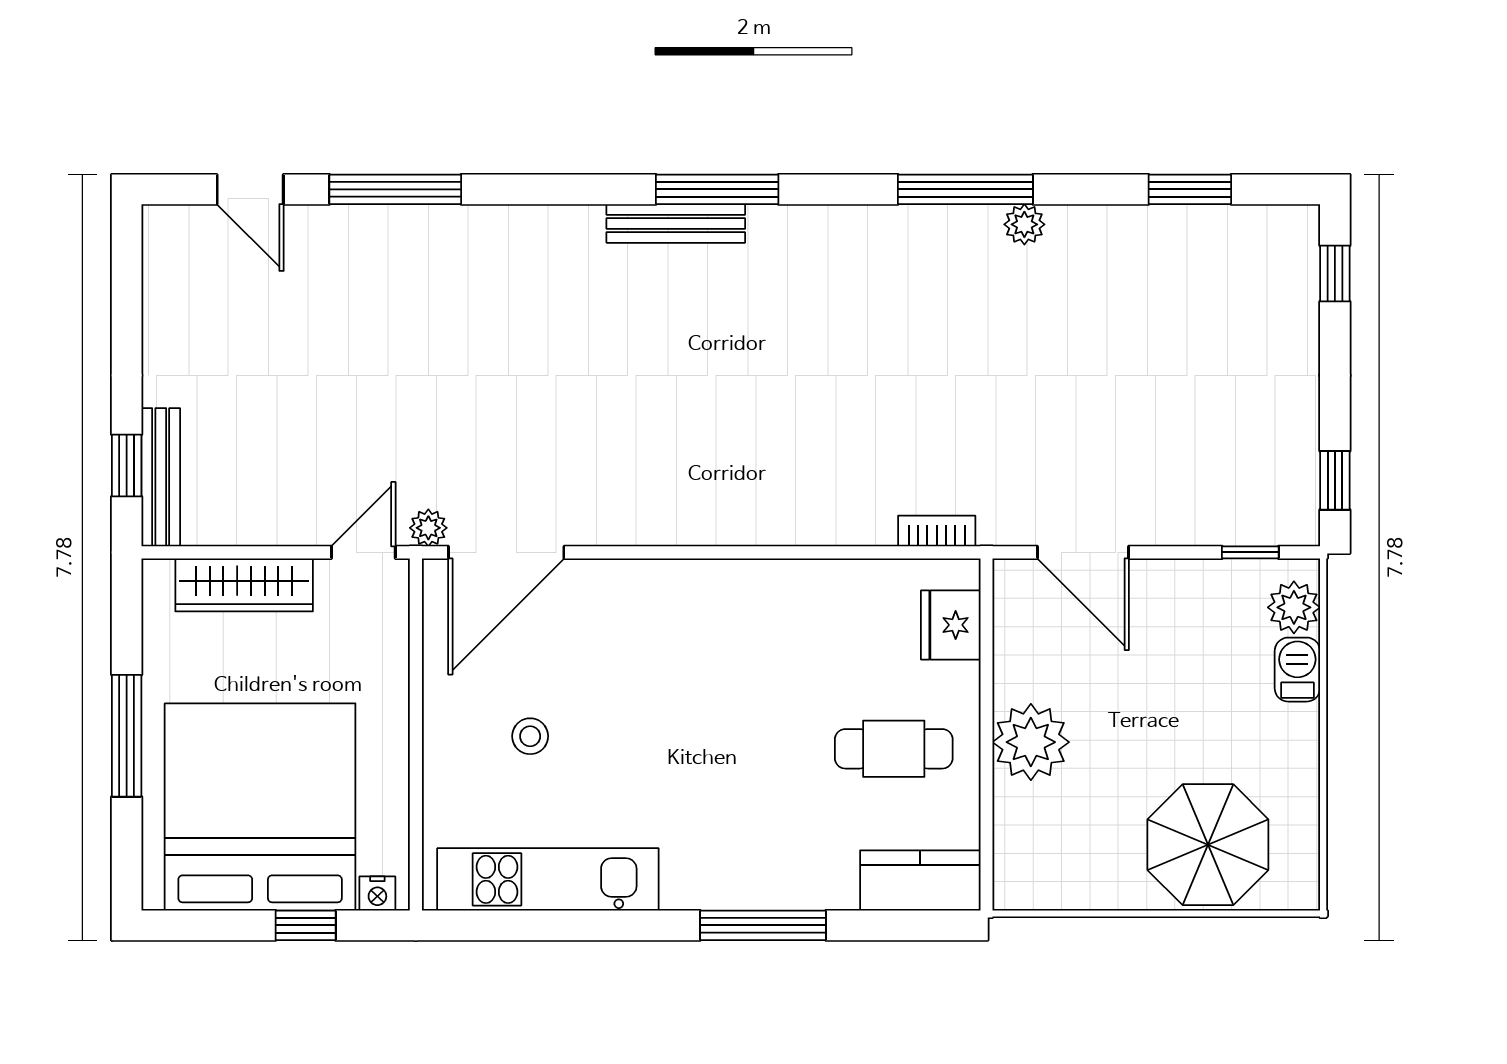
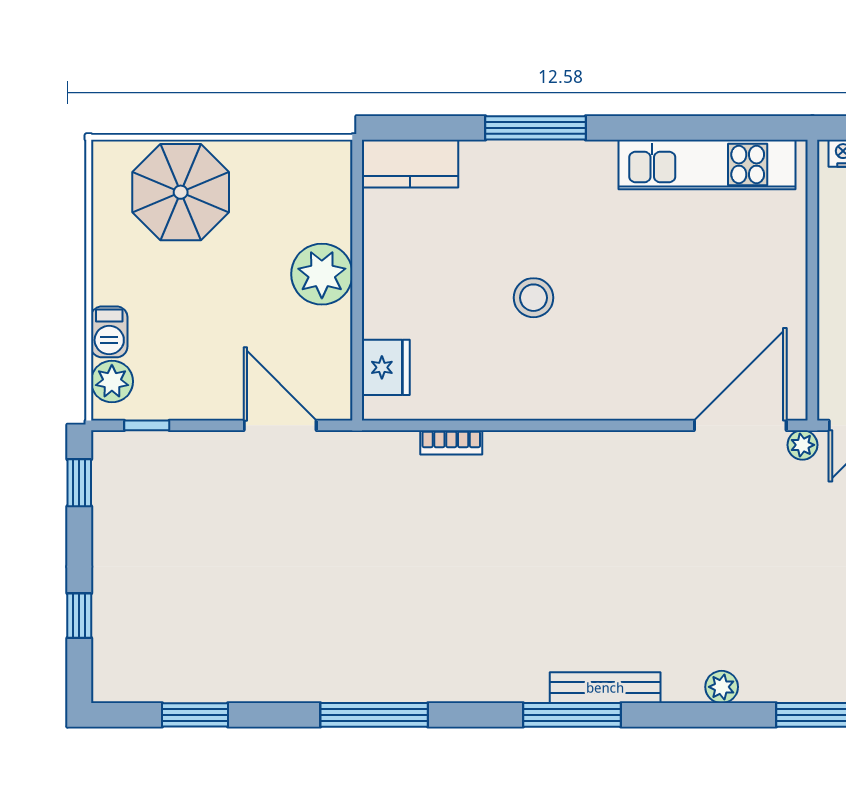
plant: (1024, 224) -> (722, 687), moved
window: (1335, 273) -> (79, 616), moved
bookcase: (937, 531) -> (451, 442), moved
stool: (530, 736) -> (534, 298), moved, width x1.37, depth x1.37
cafe table: (894, 749) -> (431, 269), removed

